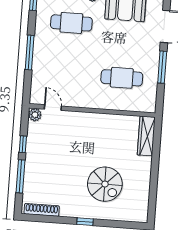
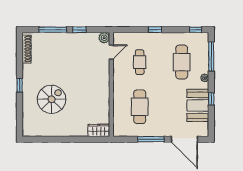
window: (30, 52) -> (155, 30), width x0.46
cafe table: (68, 74) -> (140, 62), added
wardrobe: (146, 136) -> (99, 130), width x0.67
spiral stairs: (105, 184) -> (52, 99), turned 180

